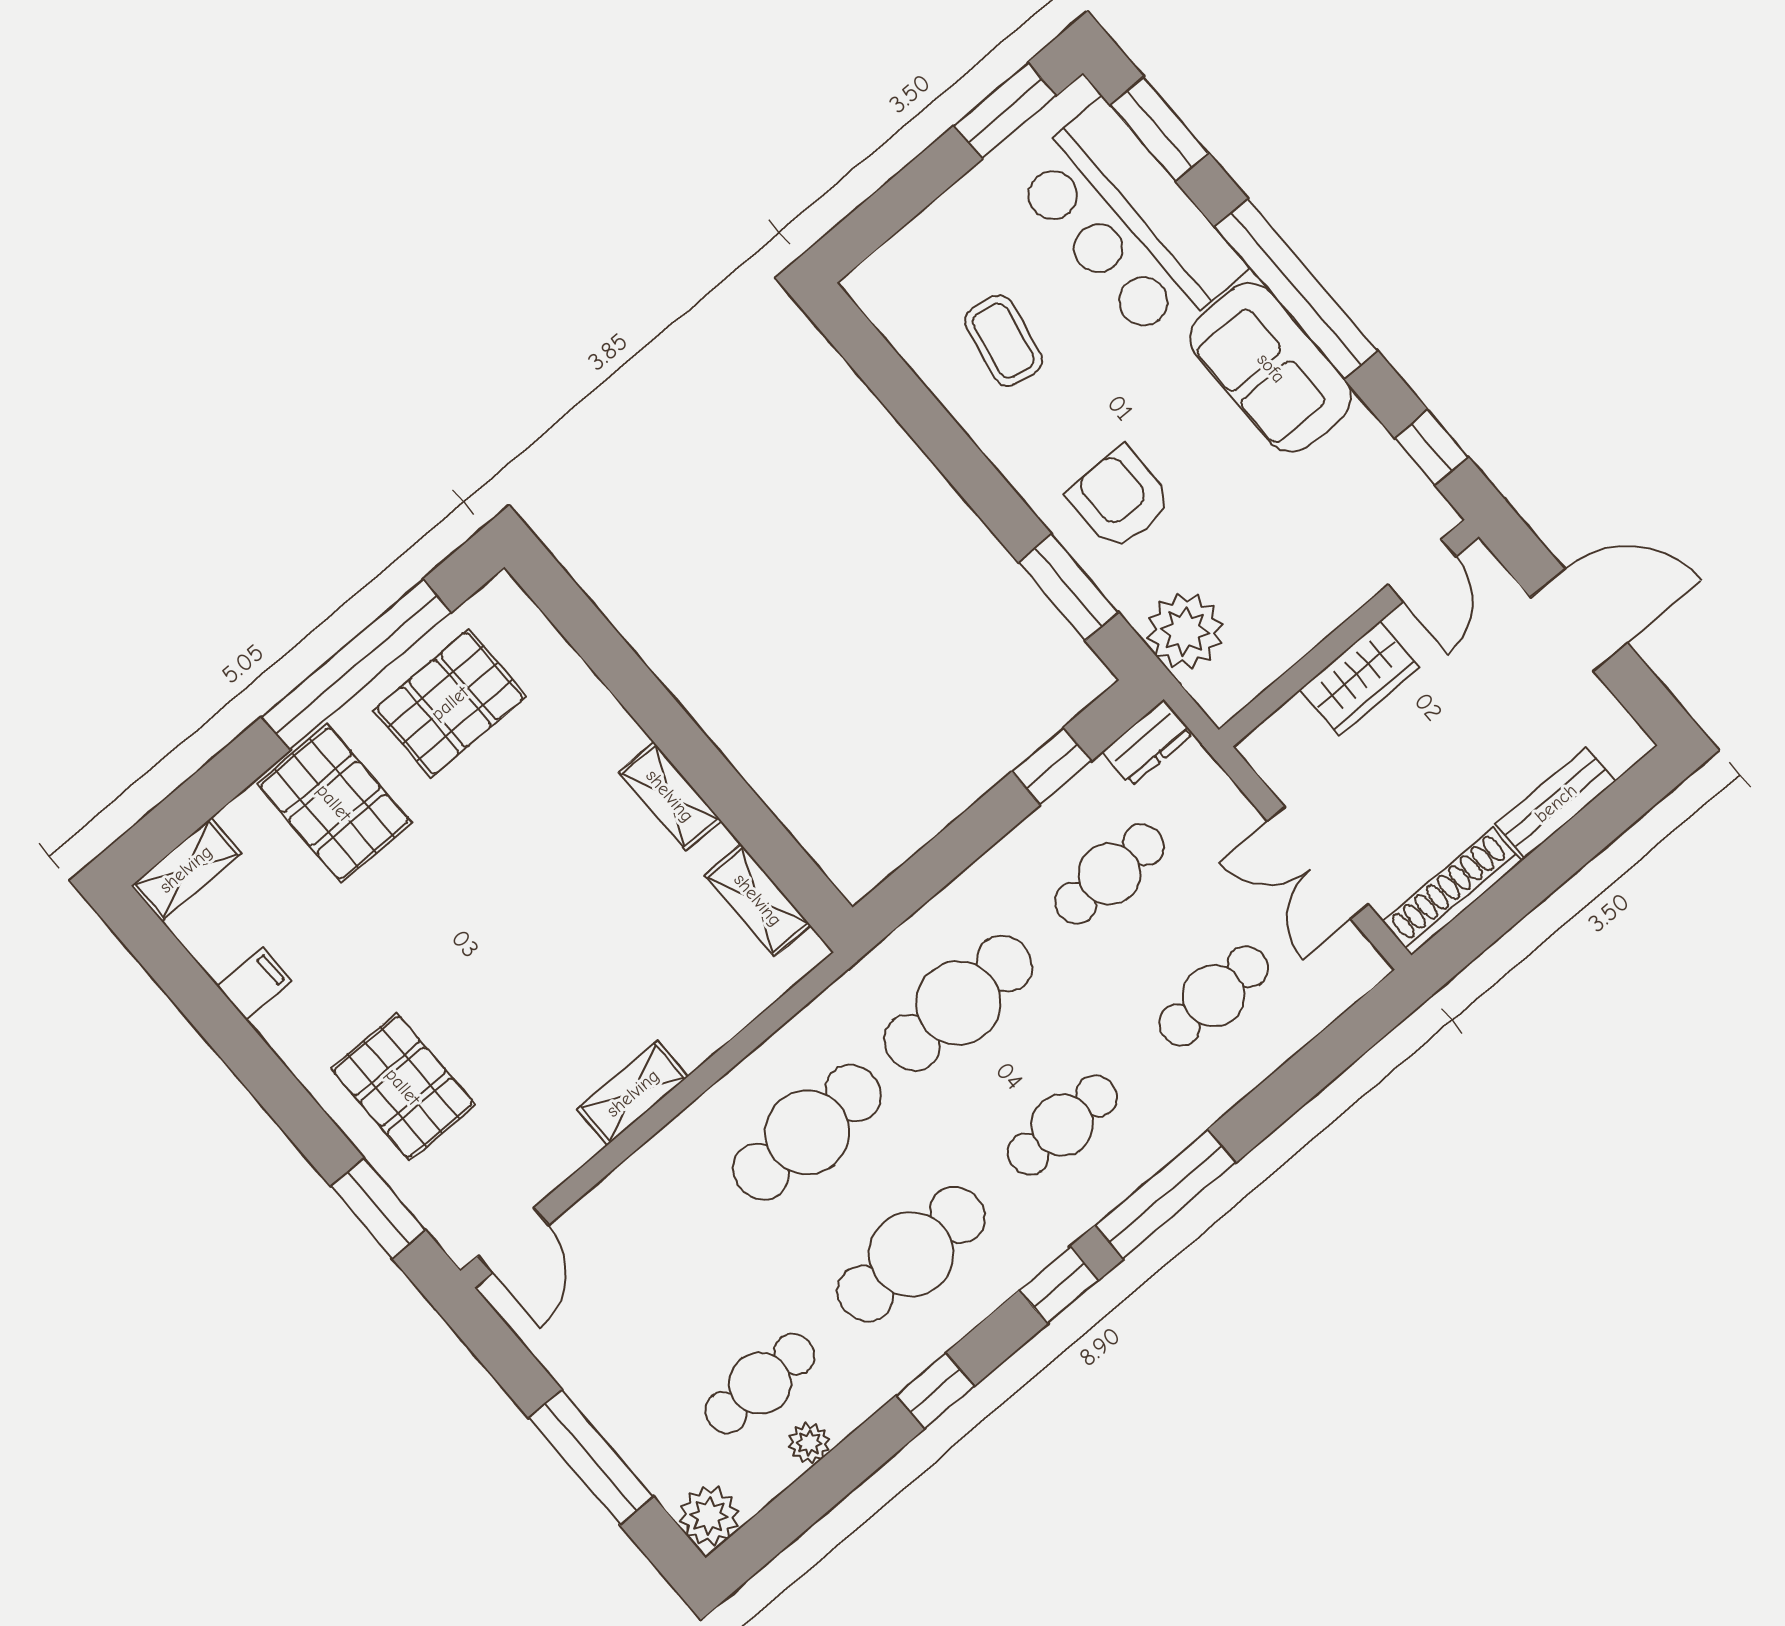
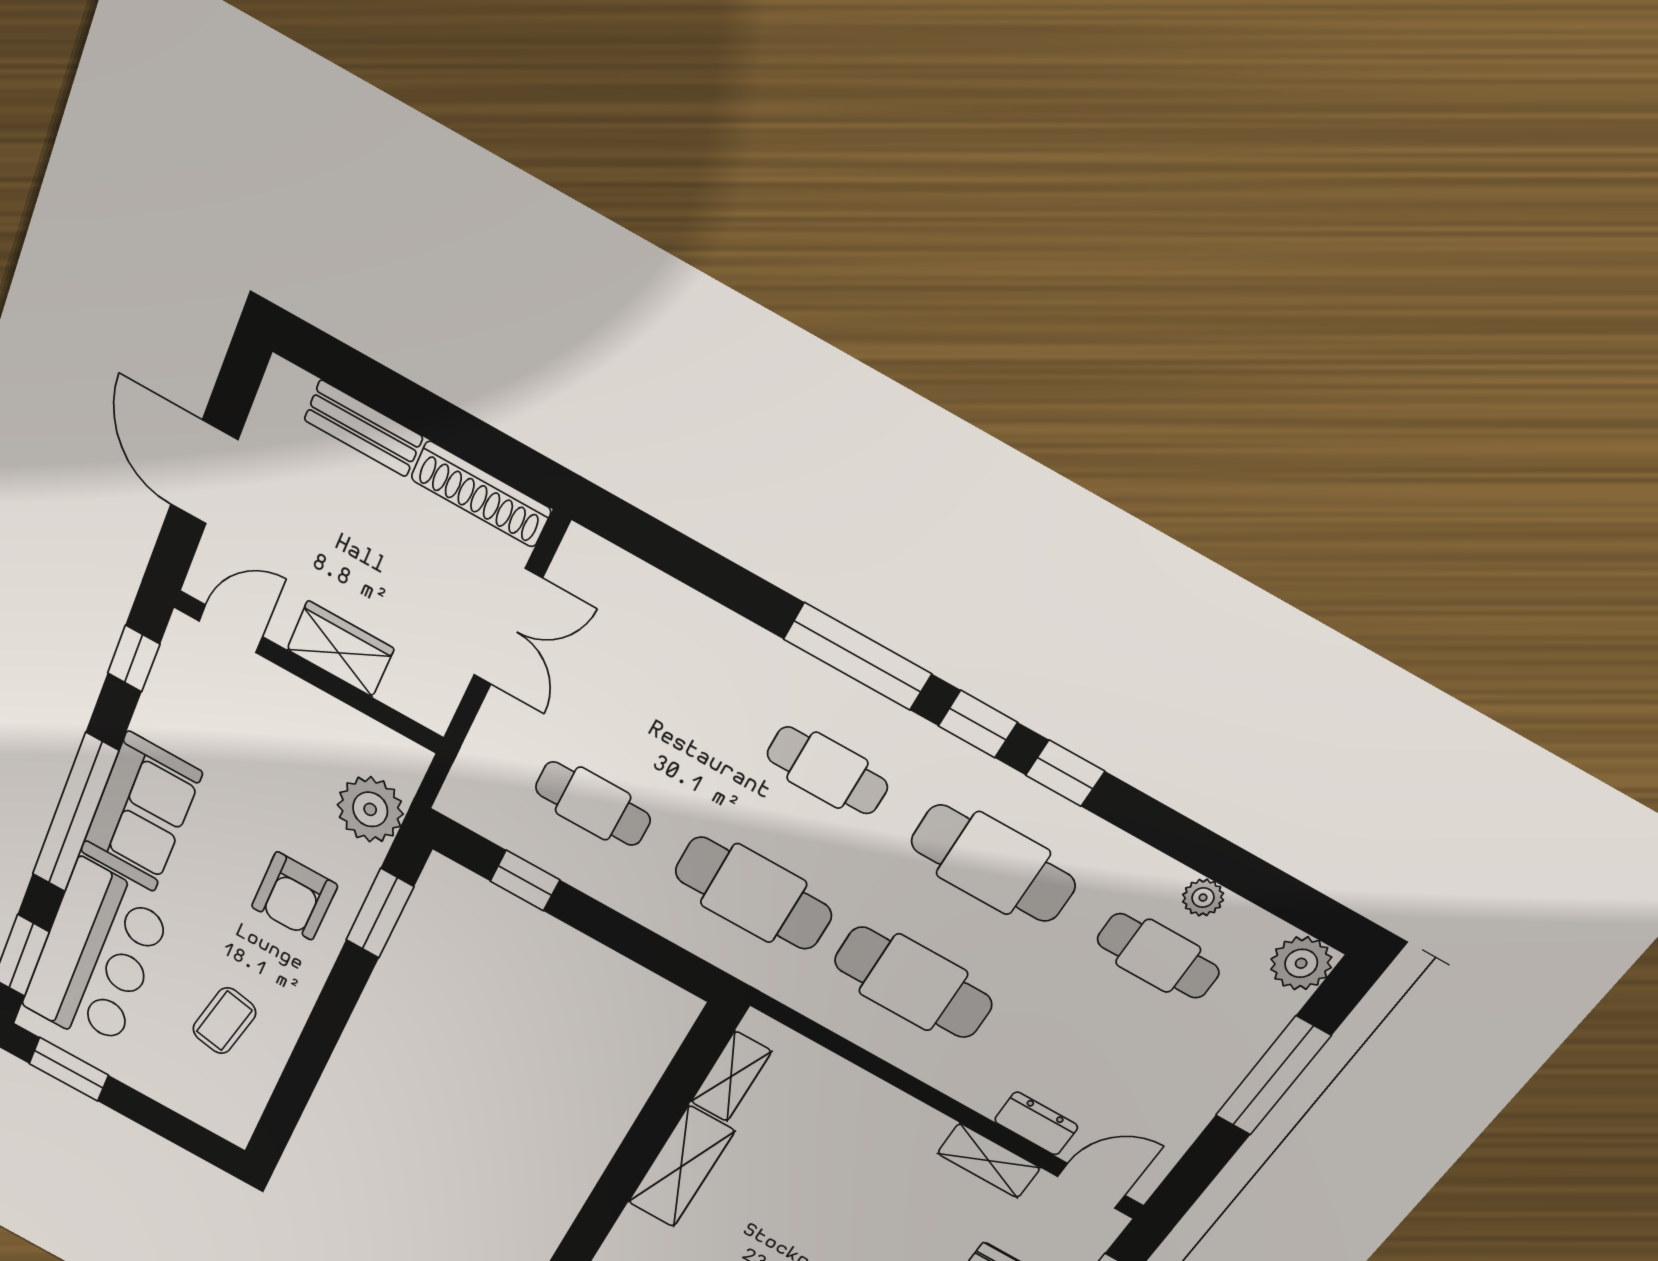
dresser: (1148, 743) -> (1036, 1123), moved
shelving: (670, 796) -> (681, 1167), width x1.50, depth x1.33
cafe table: (1214, 996) -> (661, 677), removed
shelving: (633, 1093) -> (989, 1161), moved
window: (935, 1391) -> (1065, 773), moved

